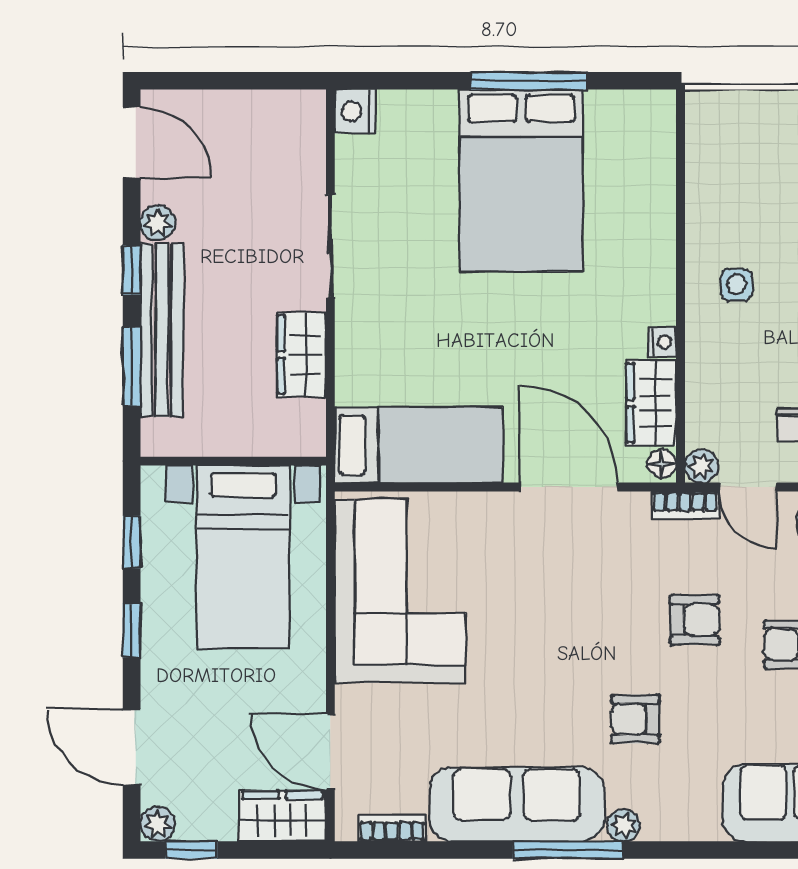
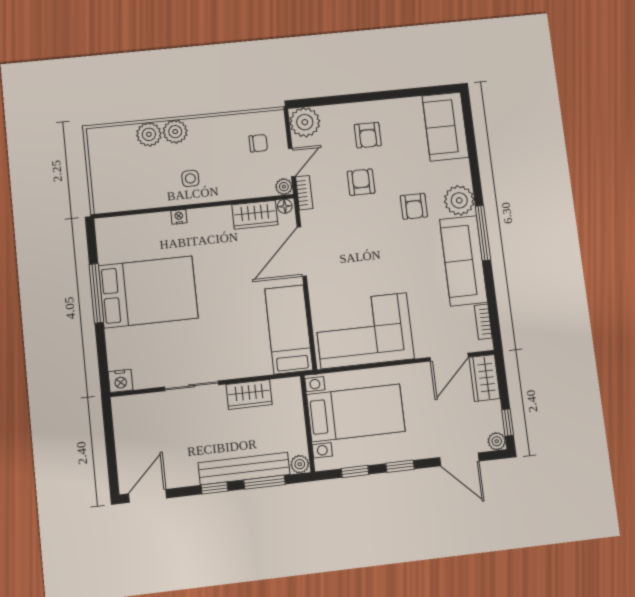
plant: (158, 223) -> (300, 464), moved
nightstand: (662, 342) -> (179, 217), moved
door: (132, 747) -> (459, 459), hinge flipped
plant: (624, 825) -> (459, 200), width x1.88, depth x1.88

